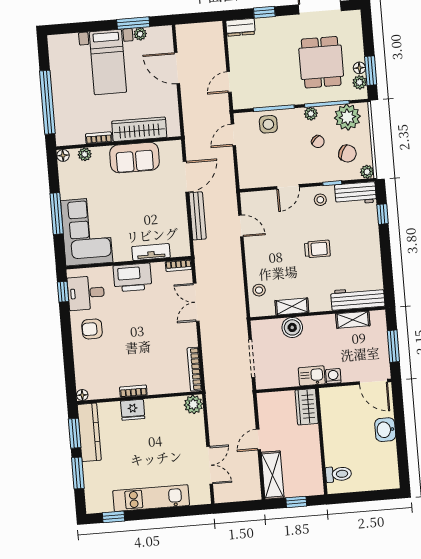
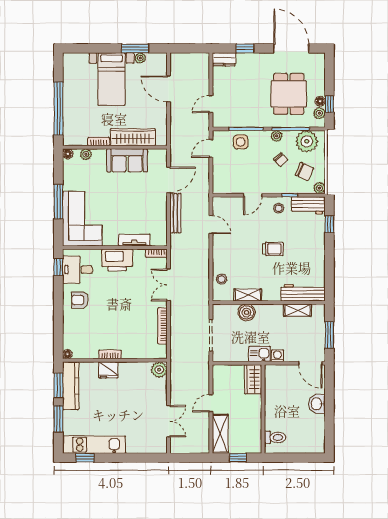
window: (371, 71) -> (329, 104), width x0.67
bookcase: (194, 369) -> (162, 326), moved
kitchen unit: (151, 498) -> (94, 445), moved

